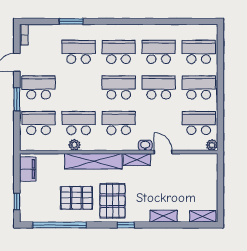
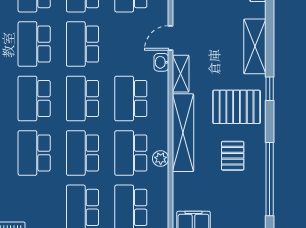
school desk: (79, 87) -> (82, 153), added
pallet: (77, 198) -> (233, 156), width x0.67, depth x0.71
shelving: (164, 216) -> (255, 46), width x1.50, depth x1.33

